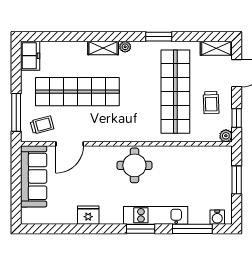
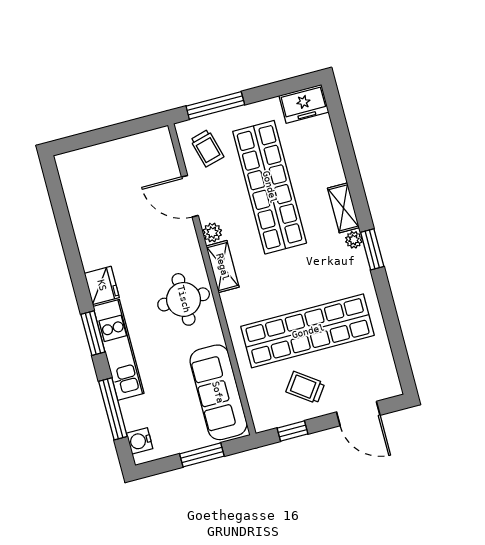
window: (159, 37) -> (372, 249), moved
shelving: (216, 48) -> (223, 267), moved
trolley: (211, 103) -> (305, 387), turned 38
plant: (226, 136) -> (212, 233), moved
sofa: (34, 176) -> (218, 392), moved, turned 90
fridge: (88, 215) -> (102, 285), moved

